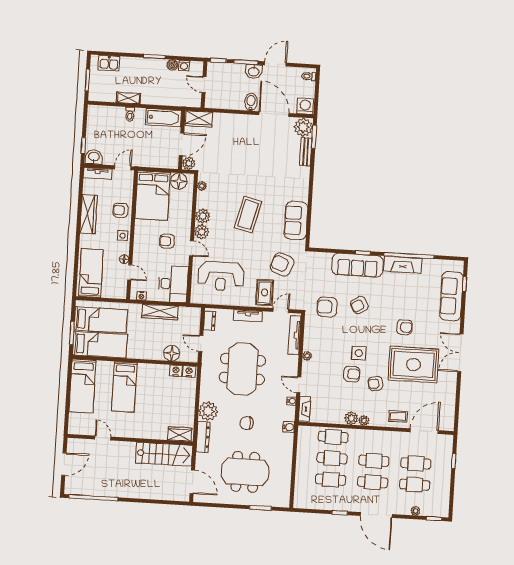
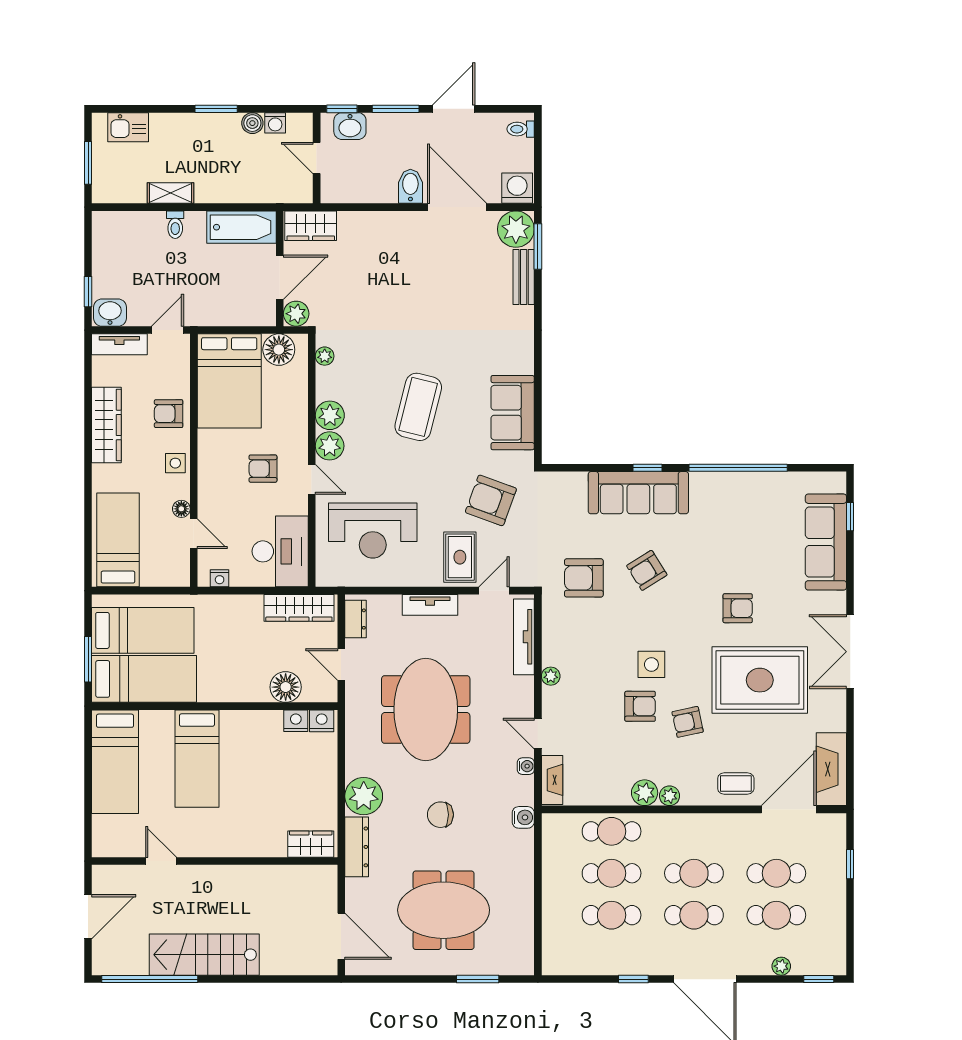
washbasin: (254, 71) -> (350, 126), moved
fireplace: (403, 265) -> (831, 769), moved, turned 90
wardrobe: (160, 312) -> (299, 608), moved
stairs: (164, 454) -> (204, 955), moved, turned 180

